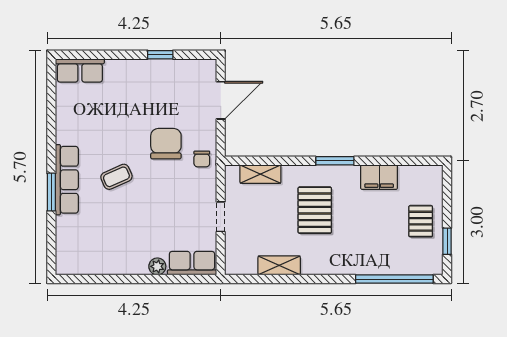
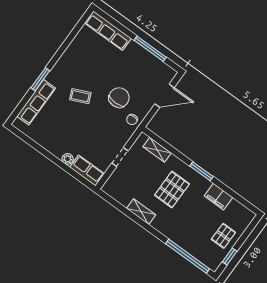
window: (160, 55) -> (150, 49), width x2.17
row of seats: (80, 70) -> (108, 31), width x1.48
row of seats: (67, 180) -> (36, 102), moved
shelving: (279, 265) -> (141, 212), moved

